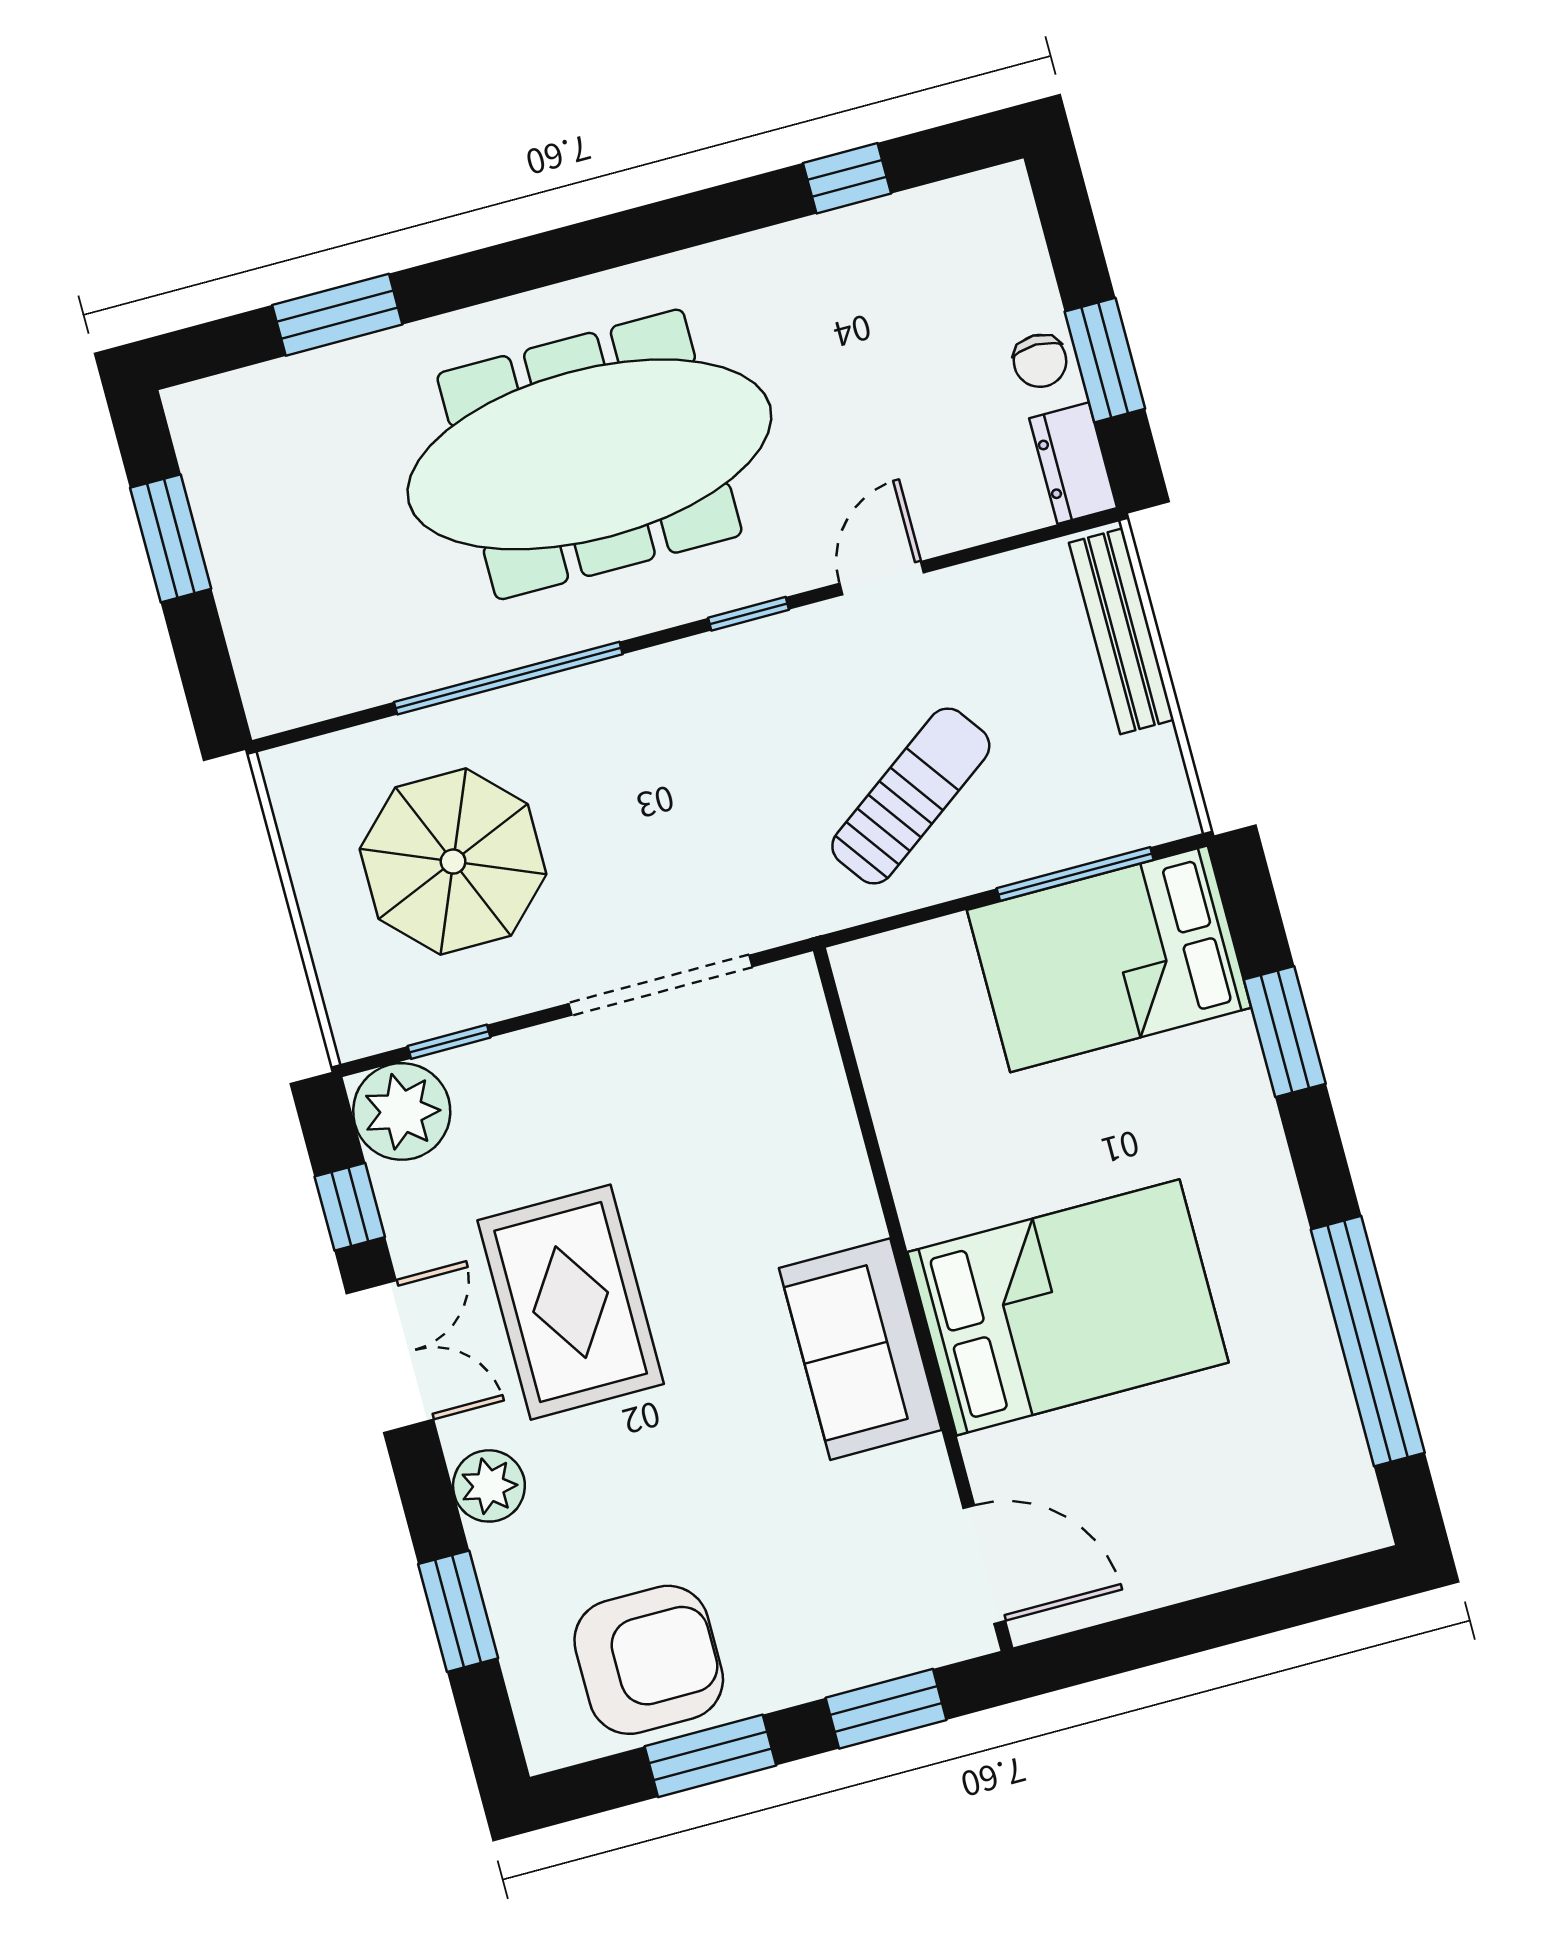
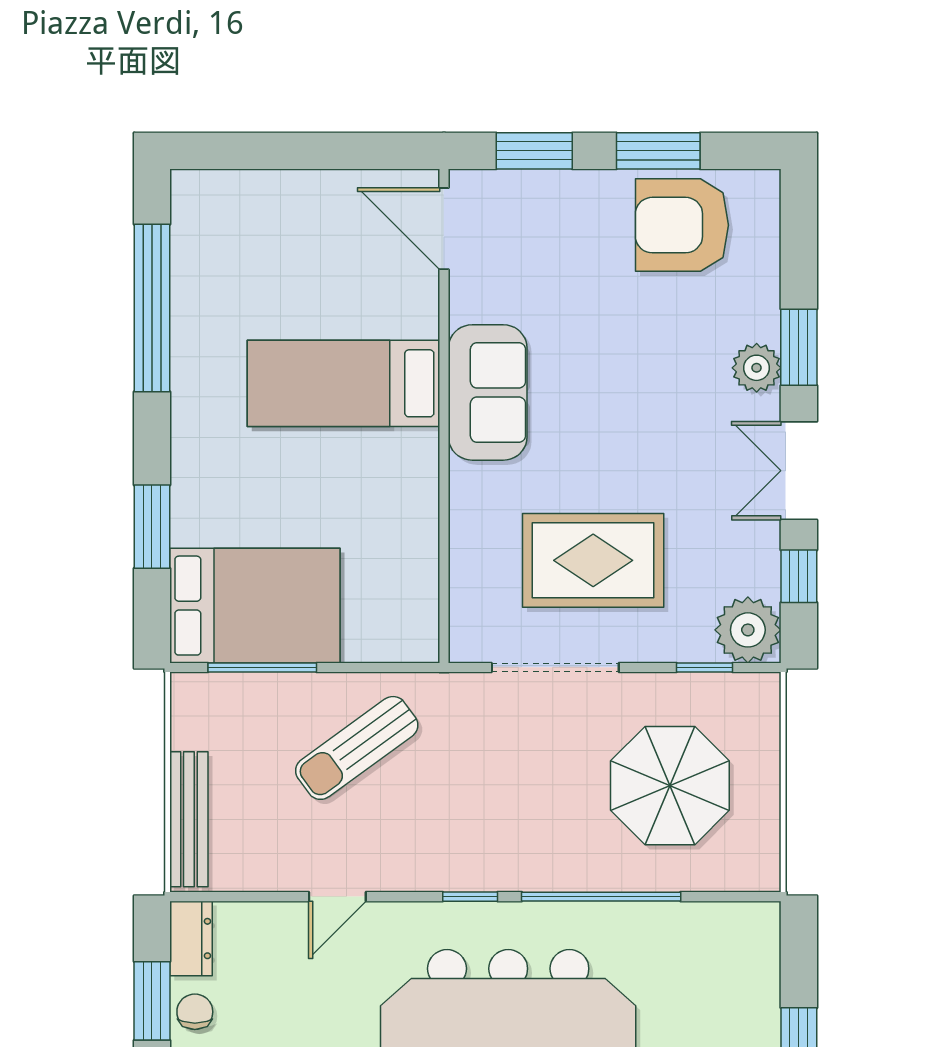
window: (749, 614) -> (470, 897), moved
rug: (571, 1302) -> (593, 560), moved, turned 90
bed: (1068, 1307) -> (343, 383), width x0.67
window: (458, 1611) -> (799, 347), moved

